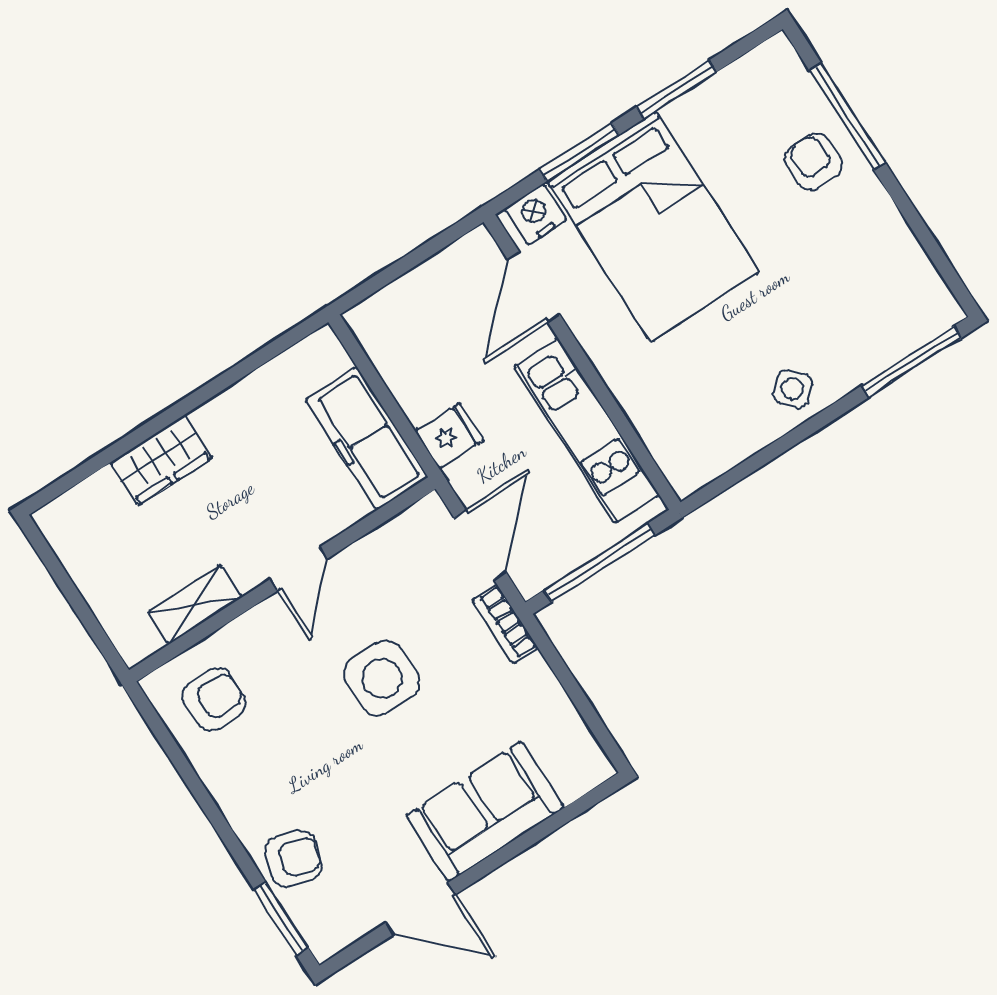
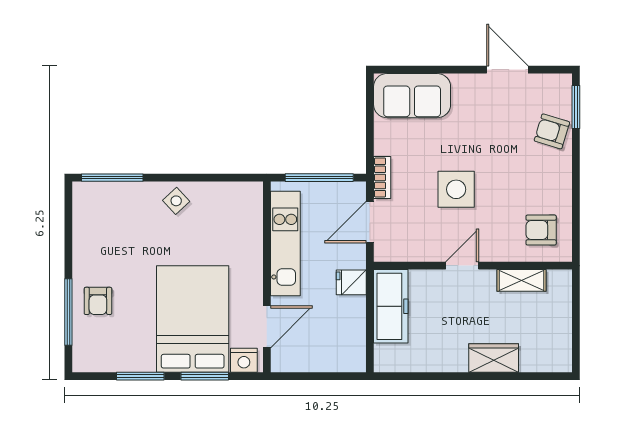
sofa: (485, 812) -> (412, 96), moved

